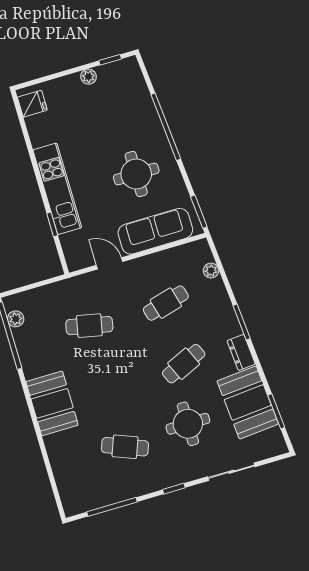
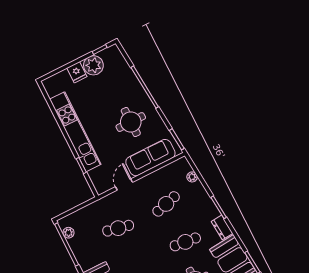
plant: (88, 77) -> (93, 65), width x1.88, depth x1.88
fridge: (32, 104) -> (77, 72), moved, turned 90
kitchen unit: (57, 189) -> (75, 132), width x1.36
door: (109, 263) -> (124, 185), hinge flipped
cafe table: (184, 364) -> (185, 242), turned 30

